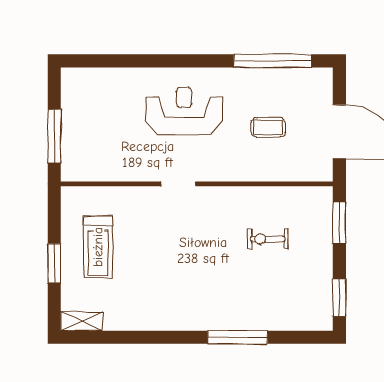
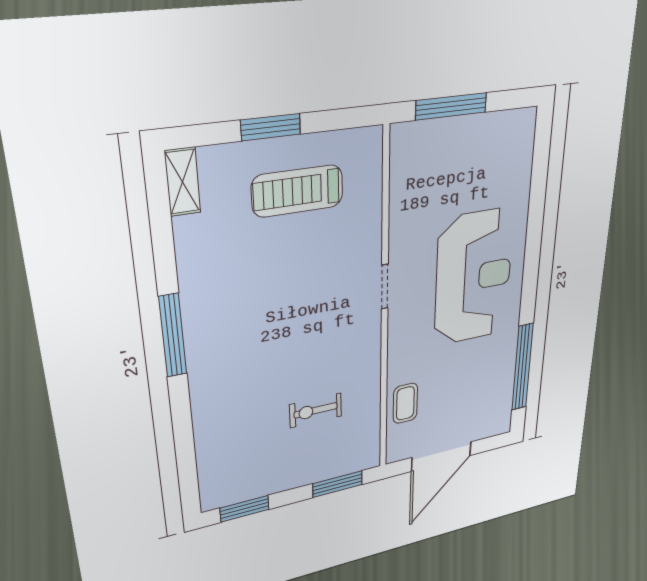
reception desk: (184, 111) -> (473, 277), width x1.36, depth x1.30
coffee table: (268, 127) -> (405, 403), moved
exercise bike: (268, 239) -> (316, 410), turned -90
window: (238, 337) -> (173, 336), moved

